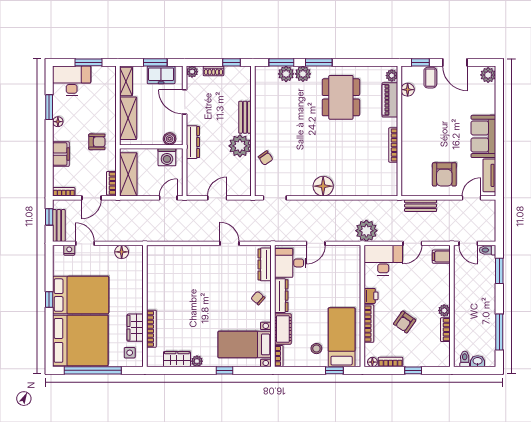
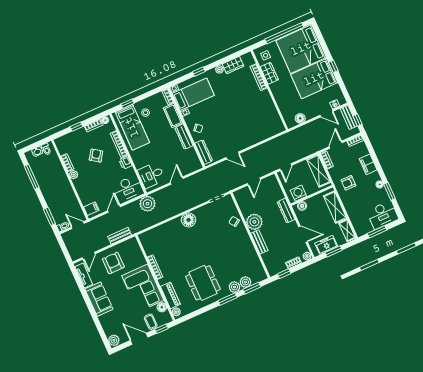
corner sofa: (421, 125) -> (143, 288), added
desk: (290, 263) -> (151, 175), moved, turned 180

